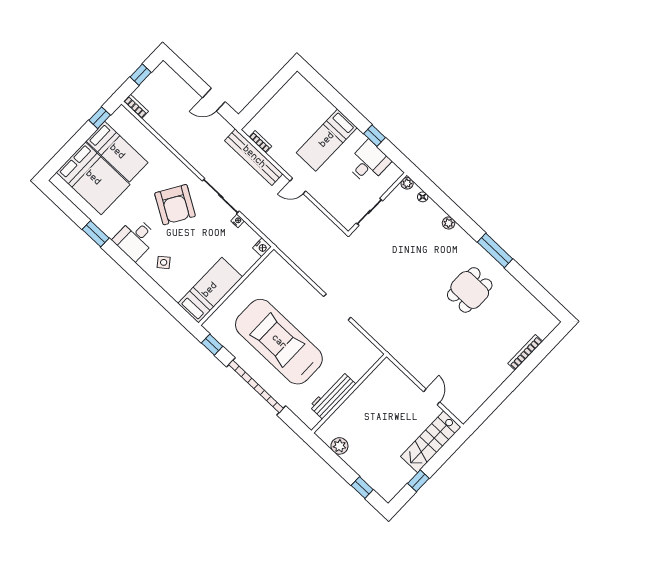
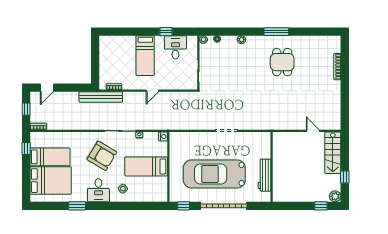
door: (214, 100) -> (47, 88), moved
bench: (254, 157) -> (101, 97), moved
bed: (210, 290) -> (146, 166), moved, turned -90
plant: (339, 446) -> (335, 196), moved

